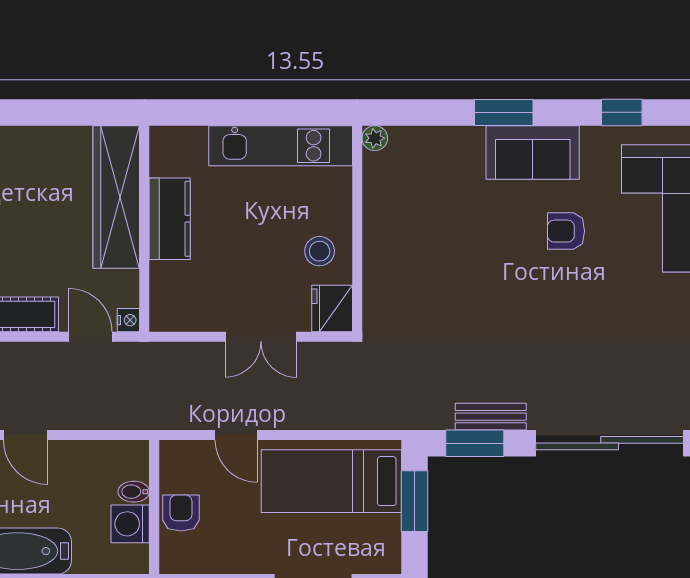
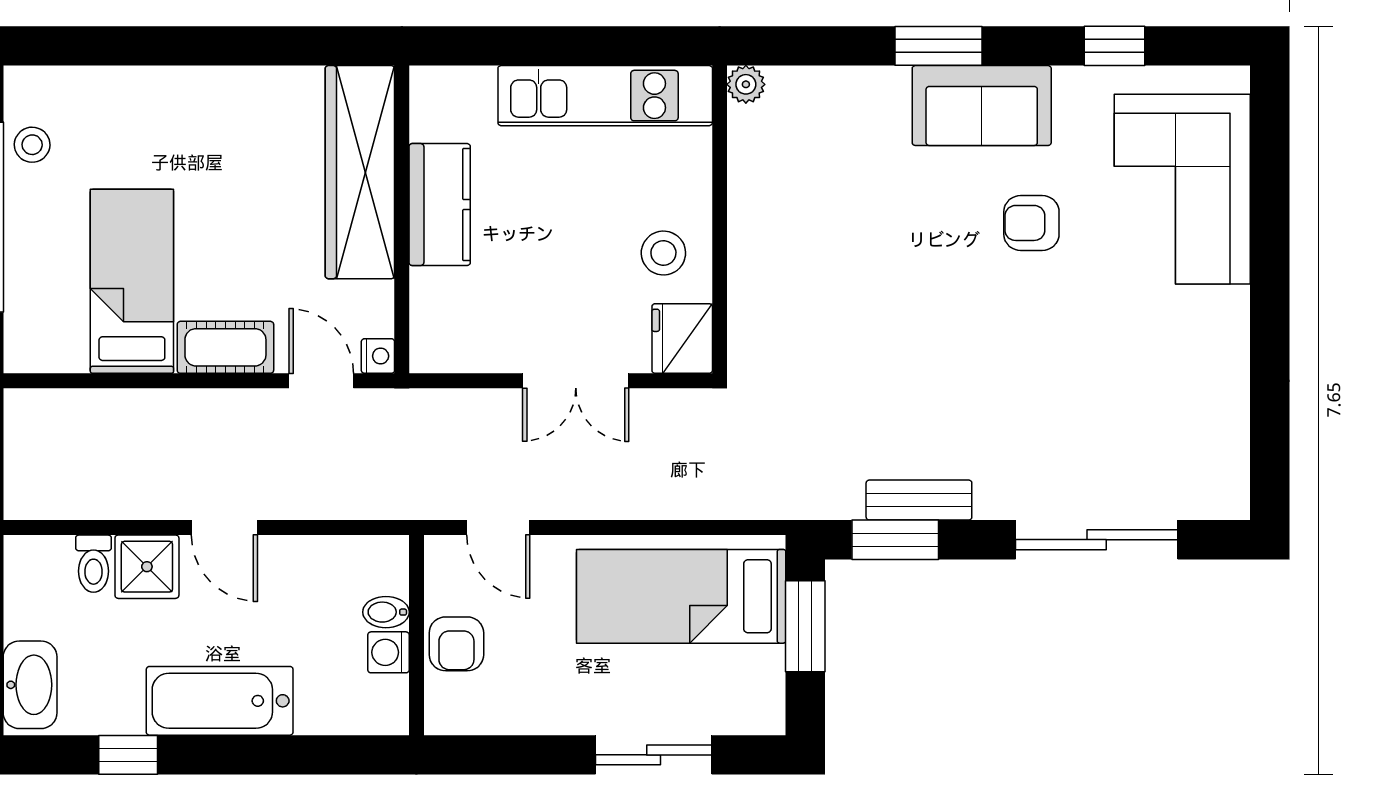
door: (236, 435) -> (498, 528), moved
sliding door: (610, 443) -> (1097, 540), width x0.73
armchair: (181, 513) -> (456, 644), turned 180
washing machine: (130, 524) -> (388, 652), width x0.73, depth x0.73

